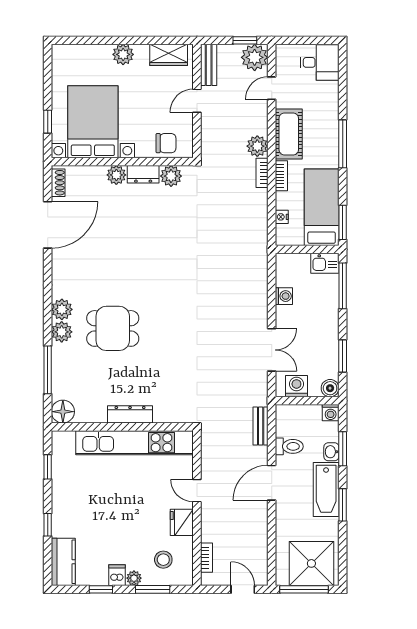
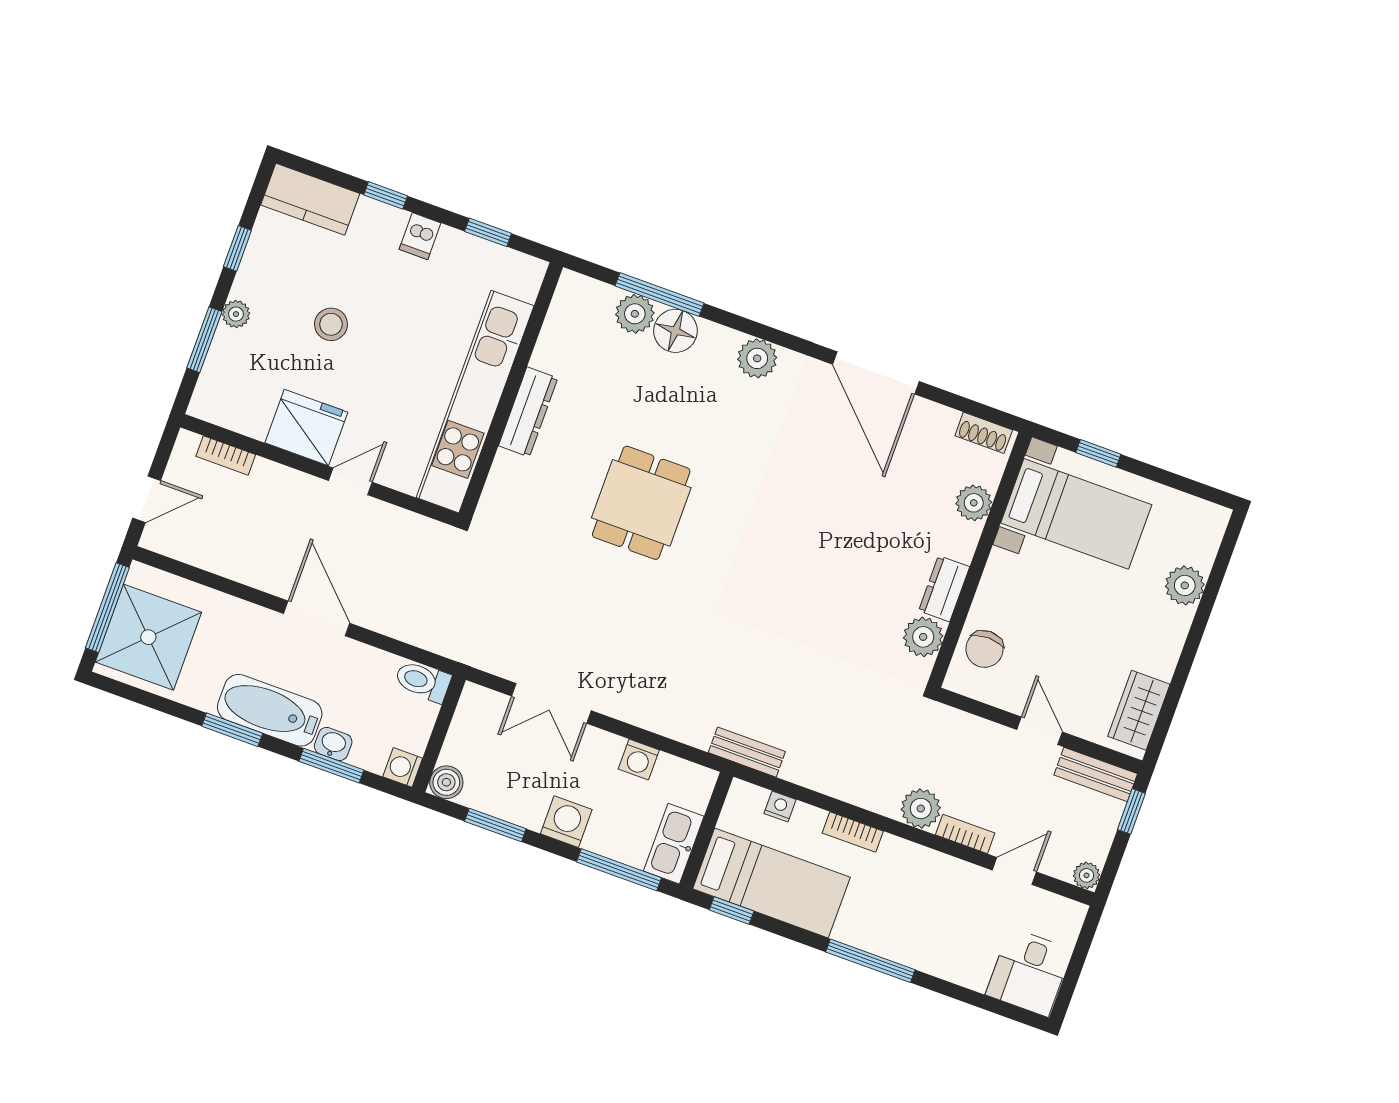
window: (245, 40) -> (1131, 811), moved
plant: (123, 54) -> (1185, 585), moved
plant: (255, 57) -> (1087, 875), width x0.53, depth x0.53
door: (272, 88) -> (1014, 871), hinge flipped
bed with nightstands: (93, 122) -> (1076, 514), width x0.73
cot: (289, 134) -> (922, 872), removed
bookcase: (262, 173) -> (965, 834), moved
plant: (116, 175) -> (974, 503), moved
window: (343, 222) -> (732, 911), width x0.67
door: (48, 225) -> (876, 373), moved
kitchen sink: (325, 263) -> (674, 844), width x1.38
dining table: (113, 328) -> (641, 503), moved
plant: (62, 332) -> (635, 314), moved
washing machine: (296, 386) -> (566, 822), moved, turned -90
floor lamp: (63, 412) -> (675, 331), moved
bench: (261, 426) -> (747, 752), moved
toilet: (289, 446) -> (423, 681), moved, turned 90
fridge: (182, 522) -> (306, 427), width x1.36, depth x1.34
stool: (163, 560) -> (331, 324), moved
dishwasher: (117, 575) -> (420, 236), moved, turned 90

